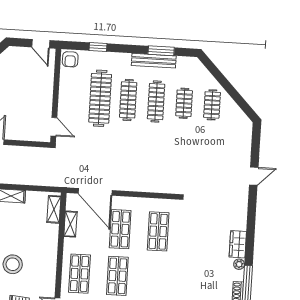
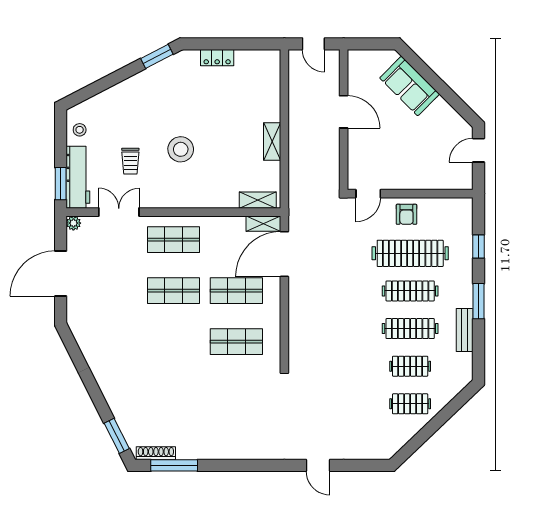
door: (41, 44) -> (479, 150), moved
window: (161, 51) -> (479, 301), moved
armchair: (70, 59) -> (406, 214), moved, turned -90
bench: (154, 61) -> (465, 330), width x0.73
shelving: (70, 224) -> (263, 224), moved
wardrobe: (238, 244) -> (225, 449), removed
plant: (239, 264) -> (199, 453), removed

